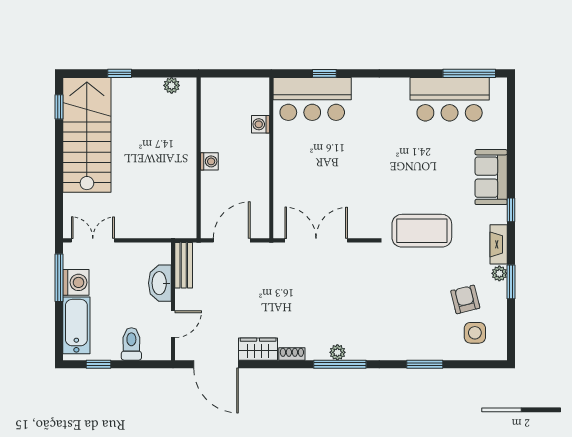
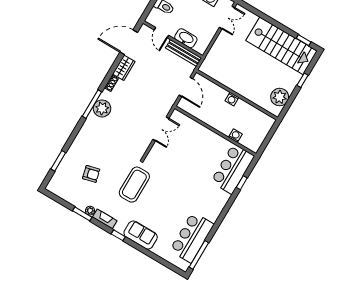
plant: (172, 85) -> (280, 97), width x1.87, depth x1.87
double door: (316, 240) -> (161, 129), width x0.73
bench: (184, 265) -> (184, 53), width x1.36
armchair: (465, 299) -> (91, 174), moved
side table: (475, 333) -> (68, 181), removed
plant: (337, 352) -> (102, 108), width x1.88, depth x1.88
window: (425, 364) -> (58, 161), moved

